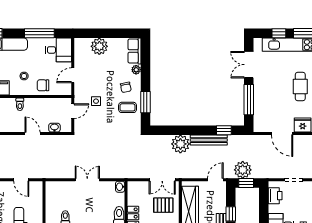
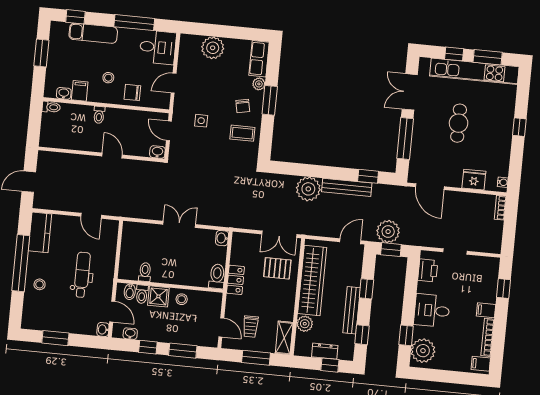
cafe table: (300, 87) -> (459, 123), moved
window: (145, 102) -> (270, 100), moved
door: (73, 111) -> (169, 131), swing flipped
washbasin: (54, 128) -> (157, 152), moved
door: (282, 134) -> (430, 187), moved

